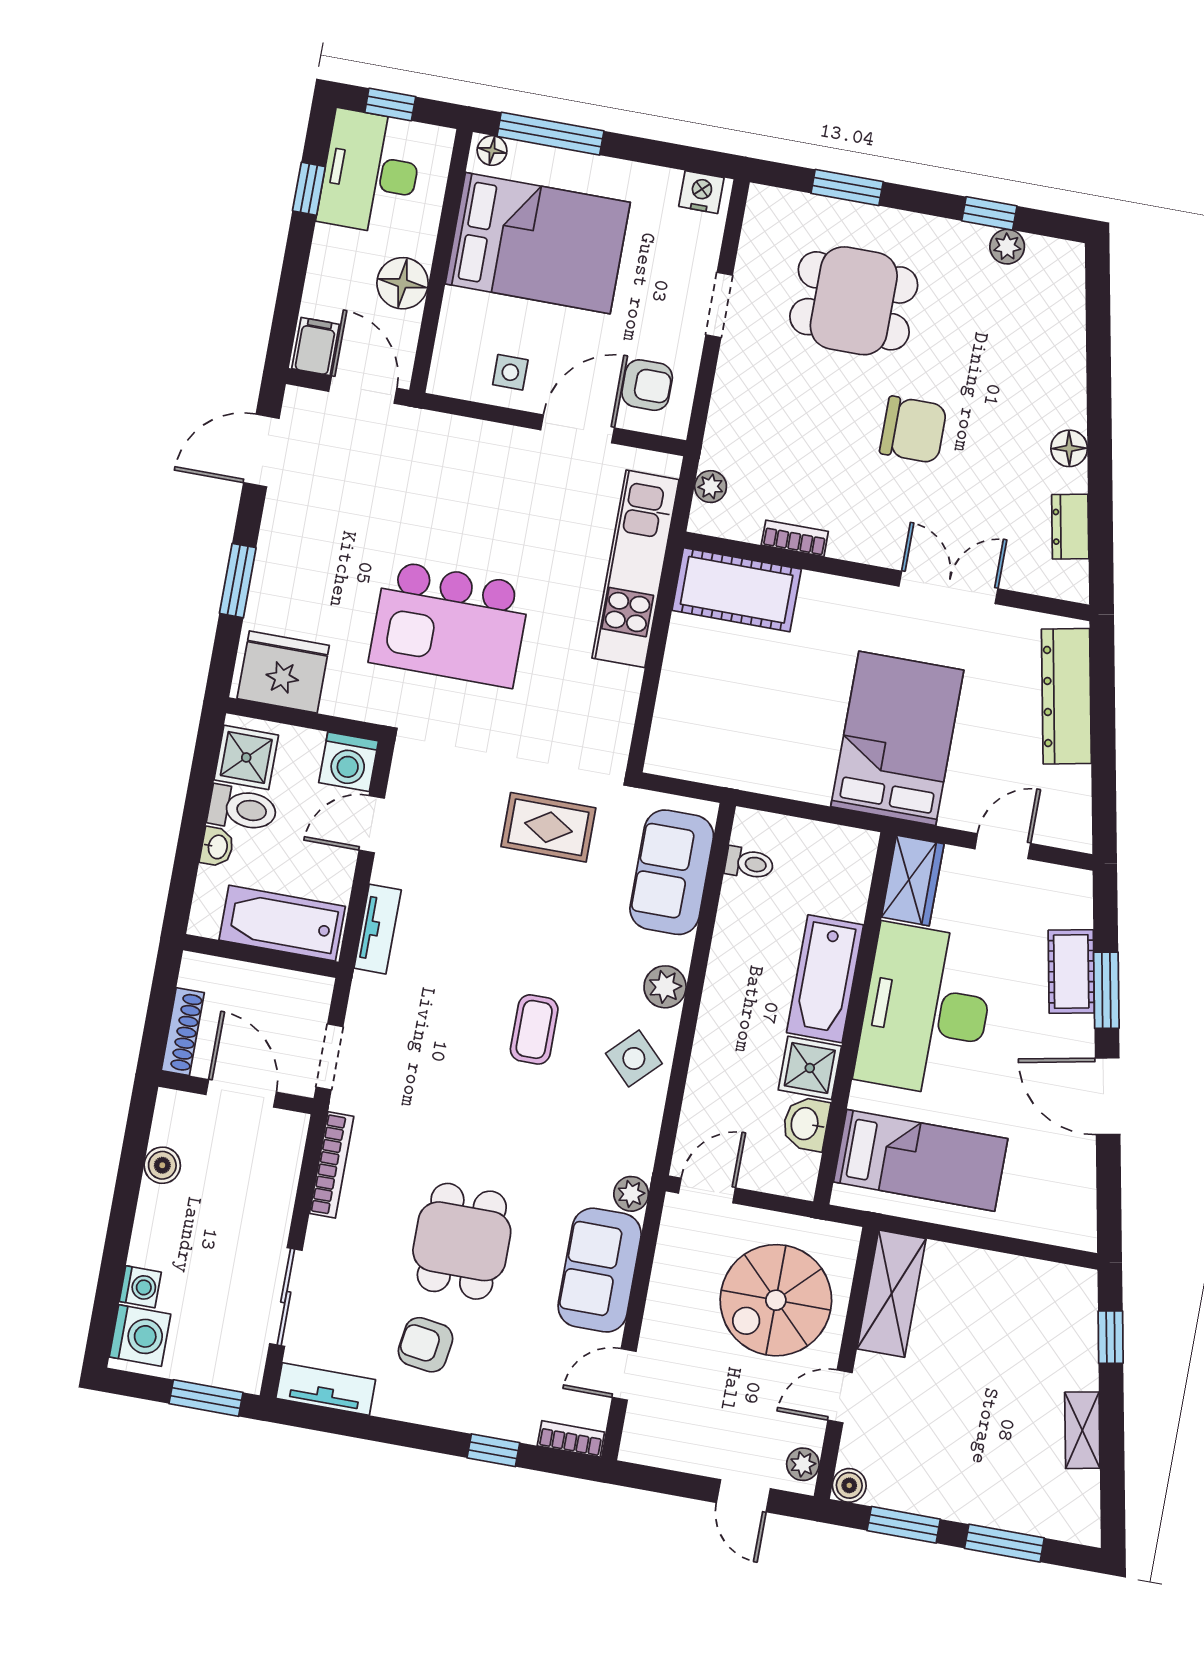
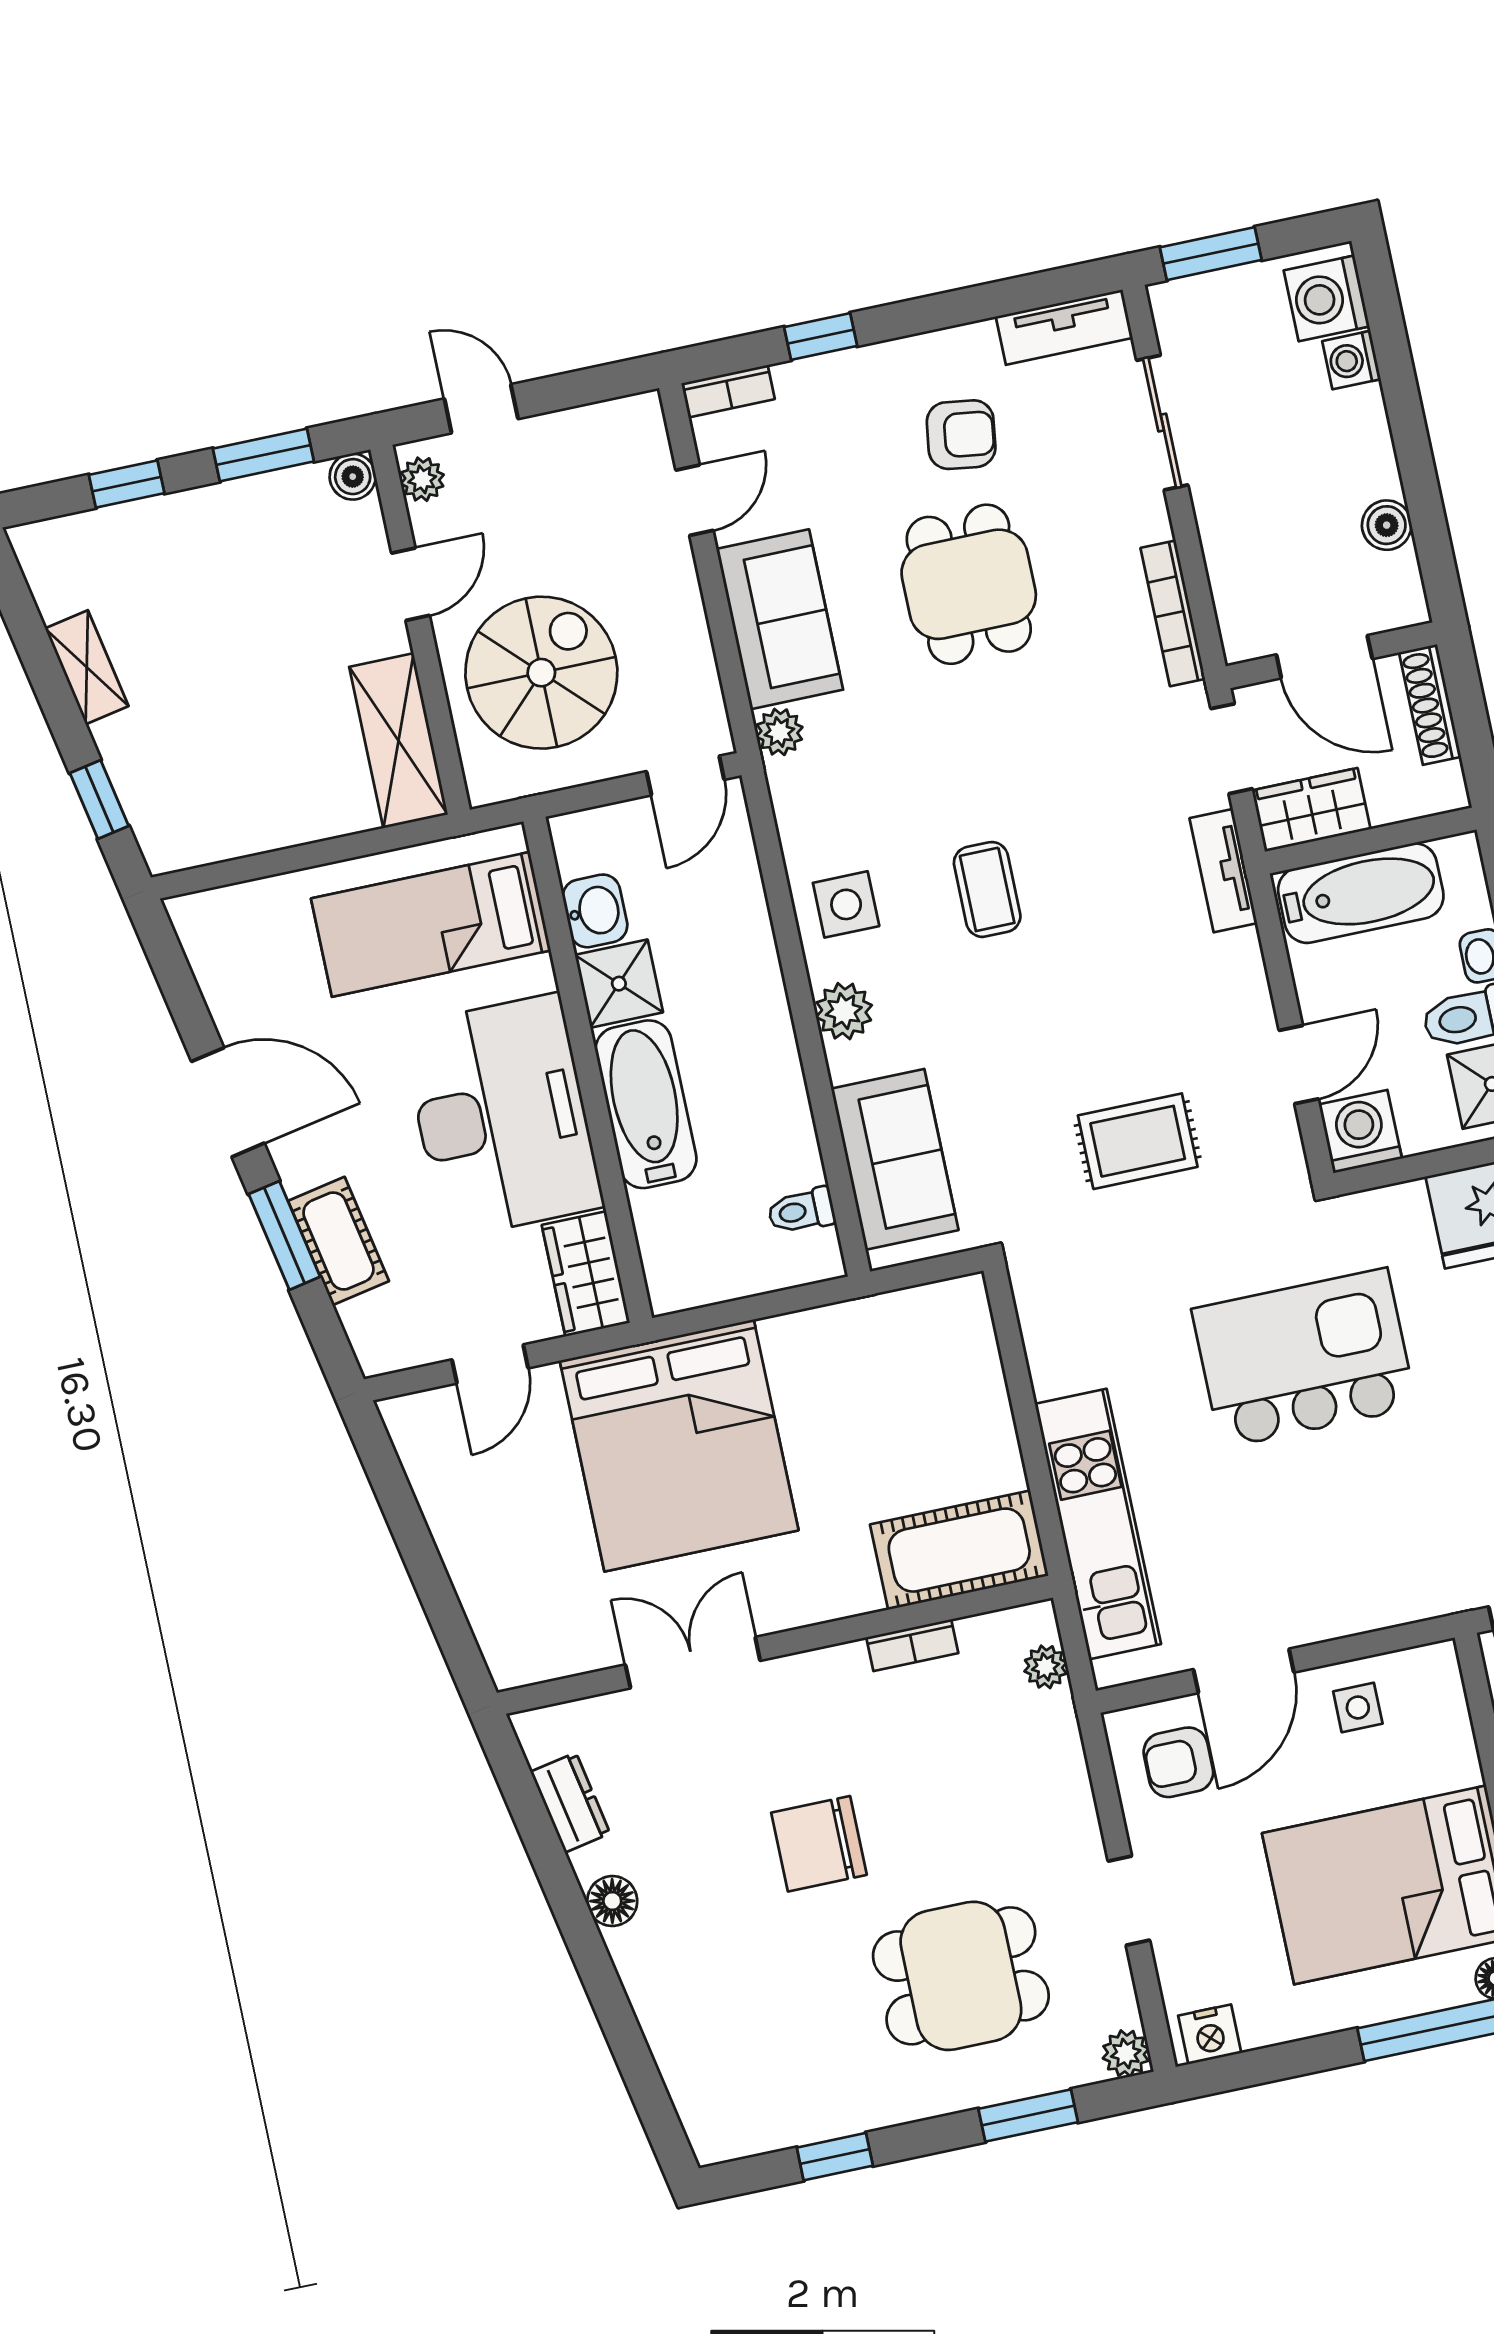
plant: (1007, 247) -> (1126, 2053), moved
double door: (948, 587) -> (693, 1663), swing flipped
dresser: (1066, 696) -> (487, 1586), removed
bed: (897, 738) -> (679, 1445), width x1.36
rug: (548, 827) -> (1138, 1141), moved
tv unit: (378, 929) -> (1223, 871), moved
wardrobe: (292, 993) -> (1311, 810), added
side table: (634, 1058) -> (846, 904), turned 45
window: (1004, 1543) -> (127, 484), width x0.67

